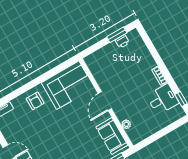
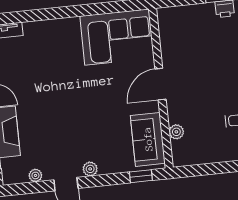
armchair: (35, 101) -> (59, 38), removed

